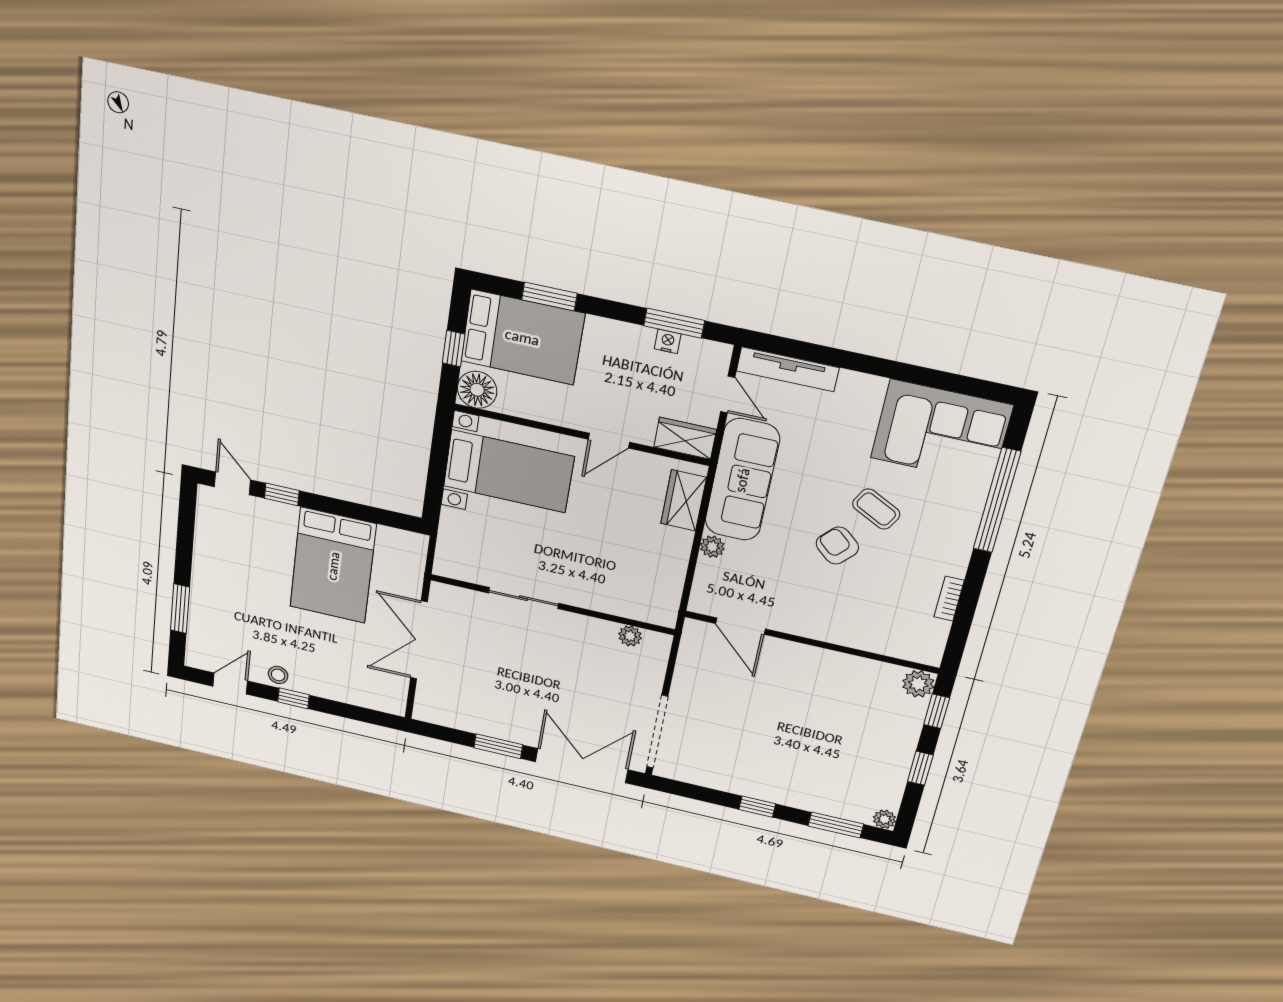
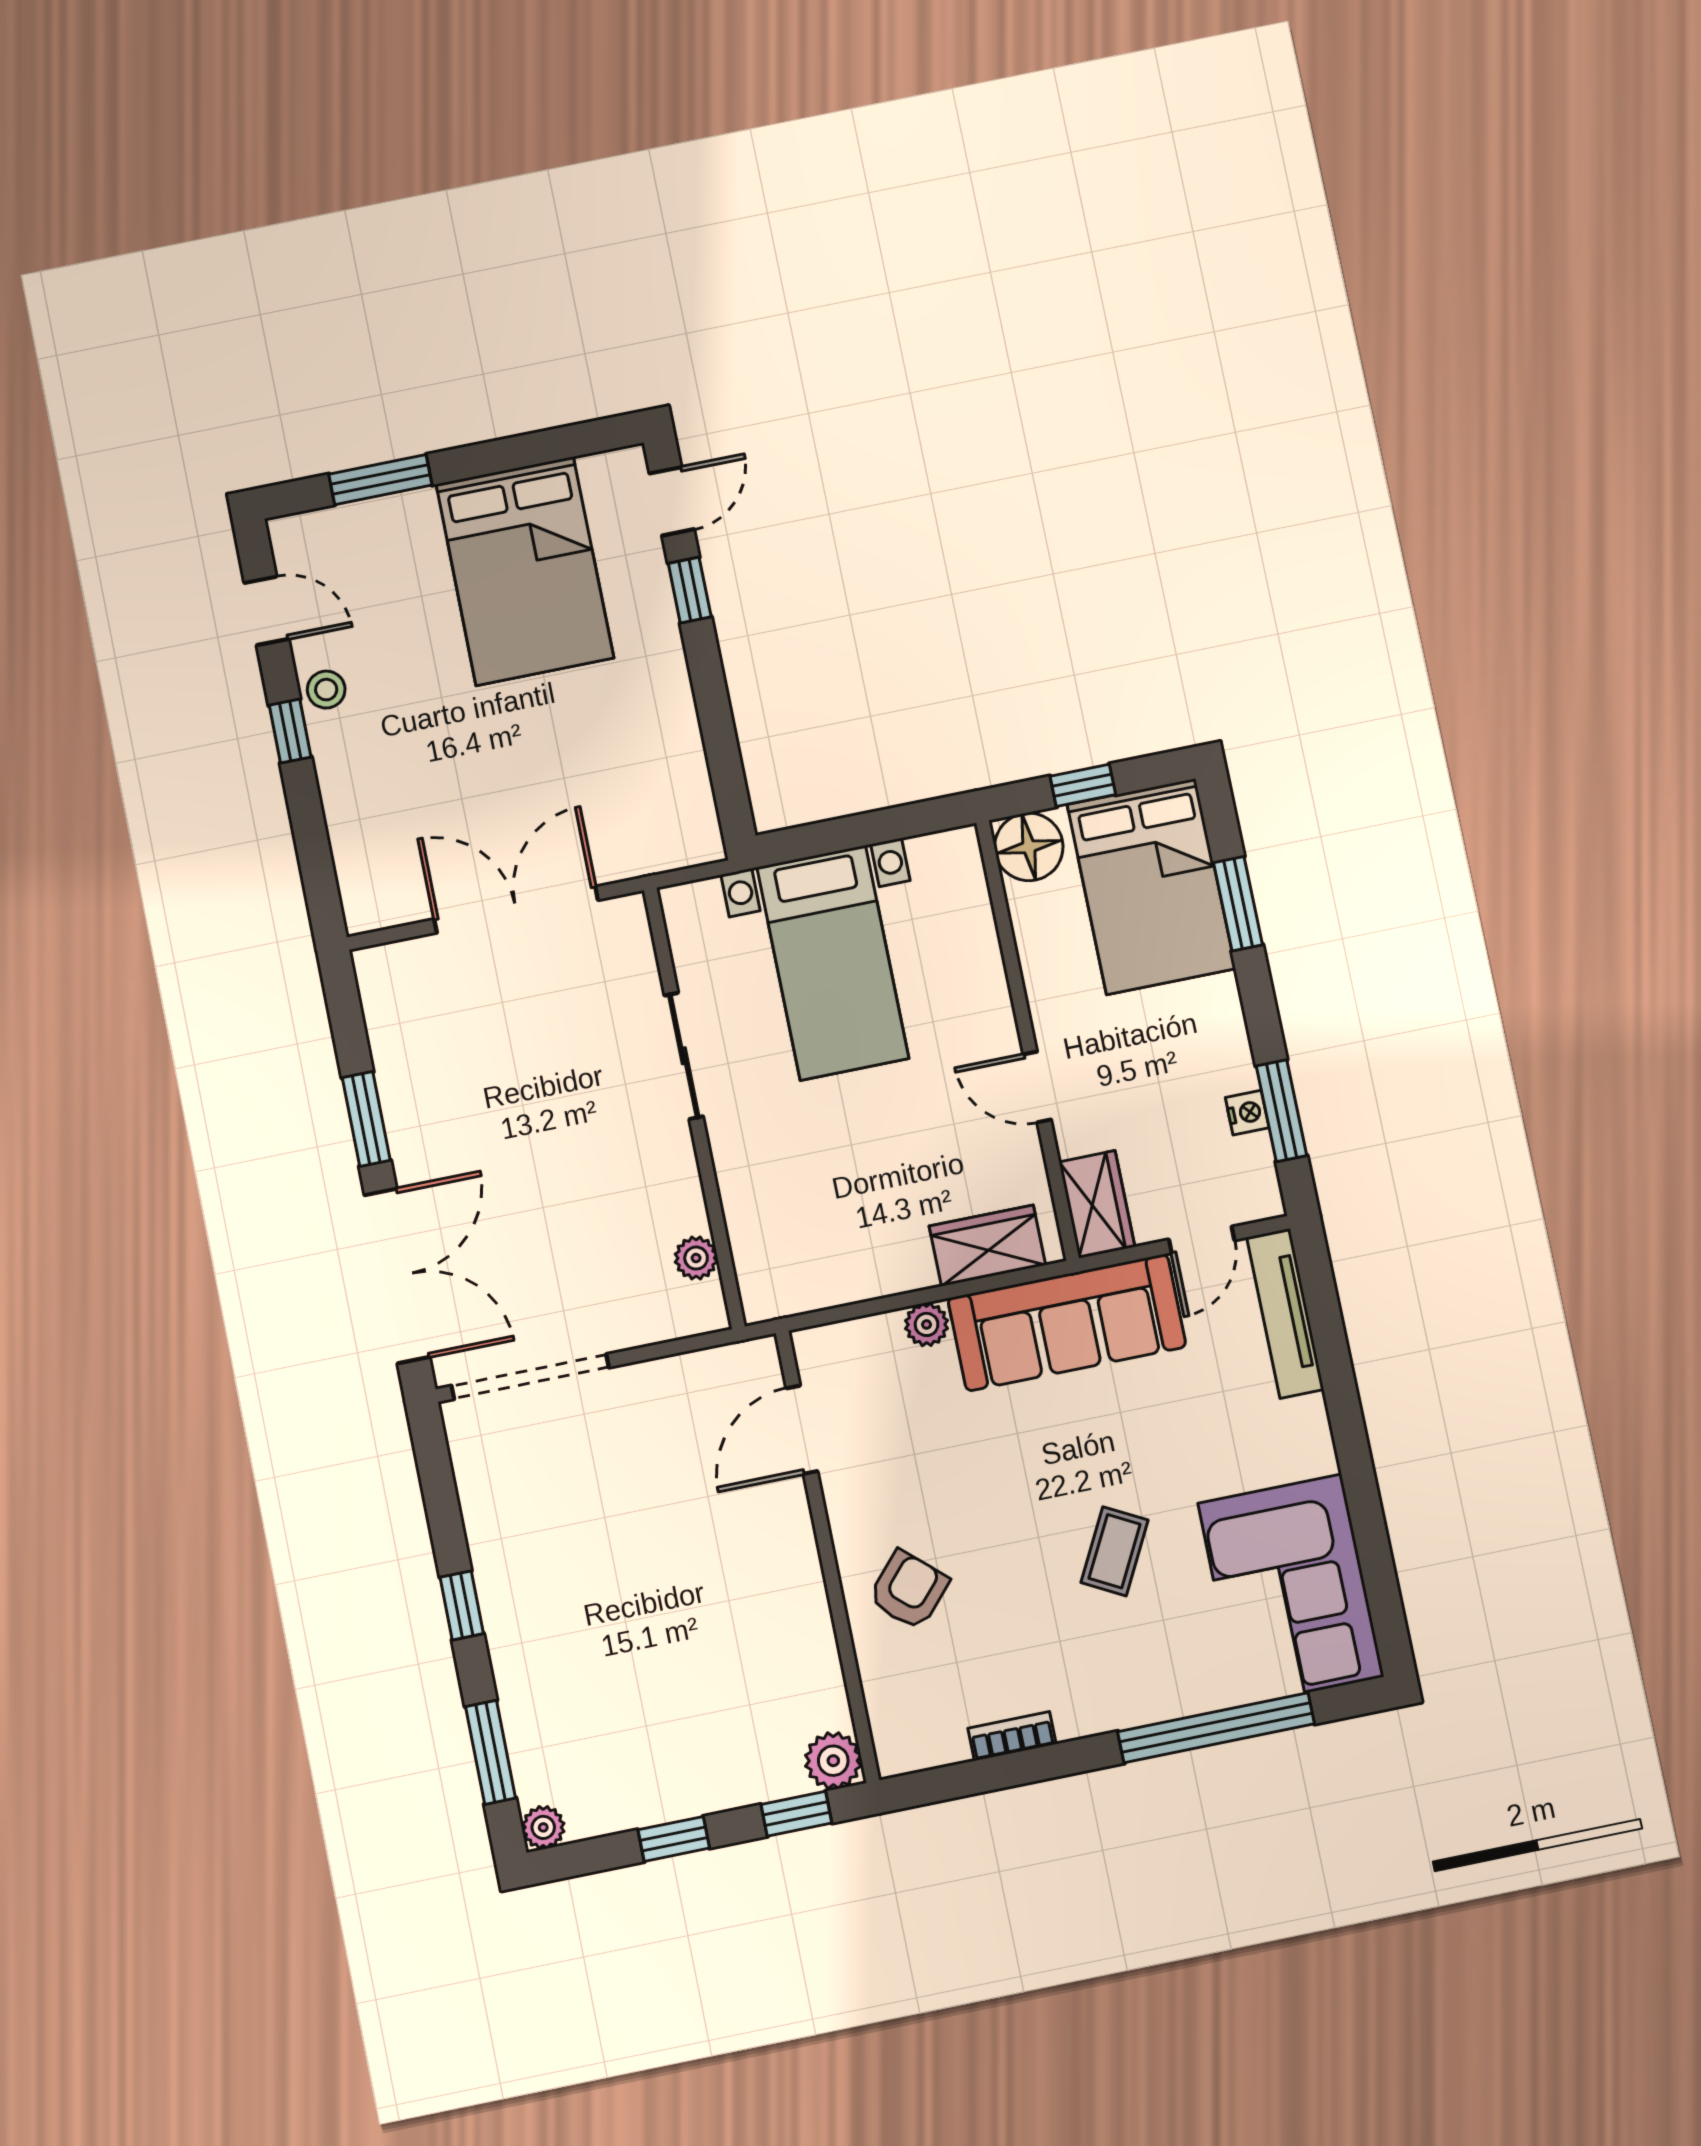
bed with nightstands: (509, 471) -> (833, 963), moved
armchair: (837, 546) -> (909, 1590), moved
bed: (333, 566) -> (525, 571), moved, turned -90

